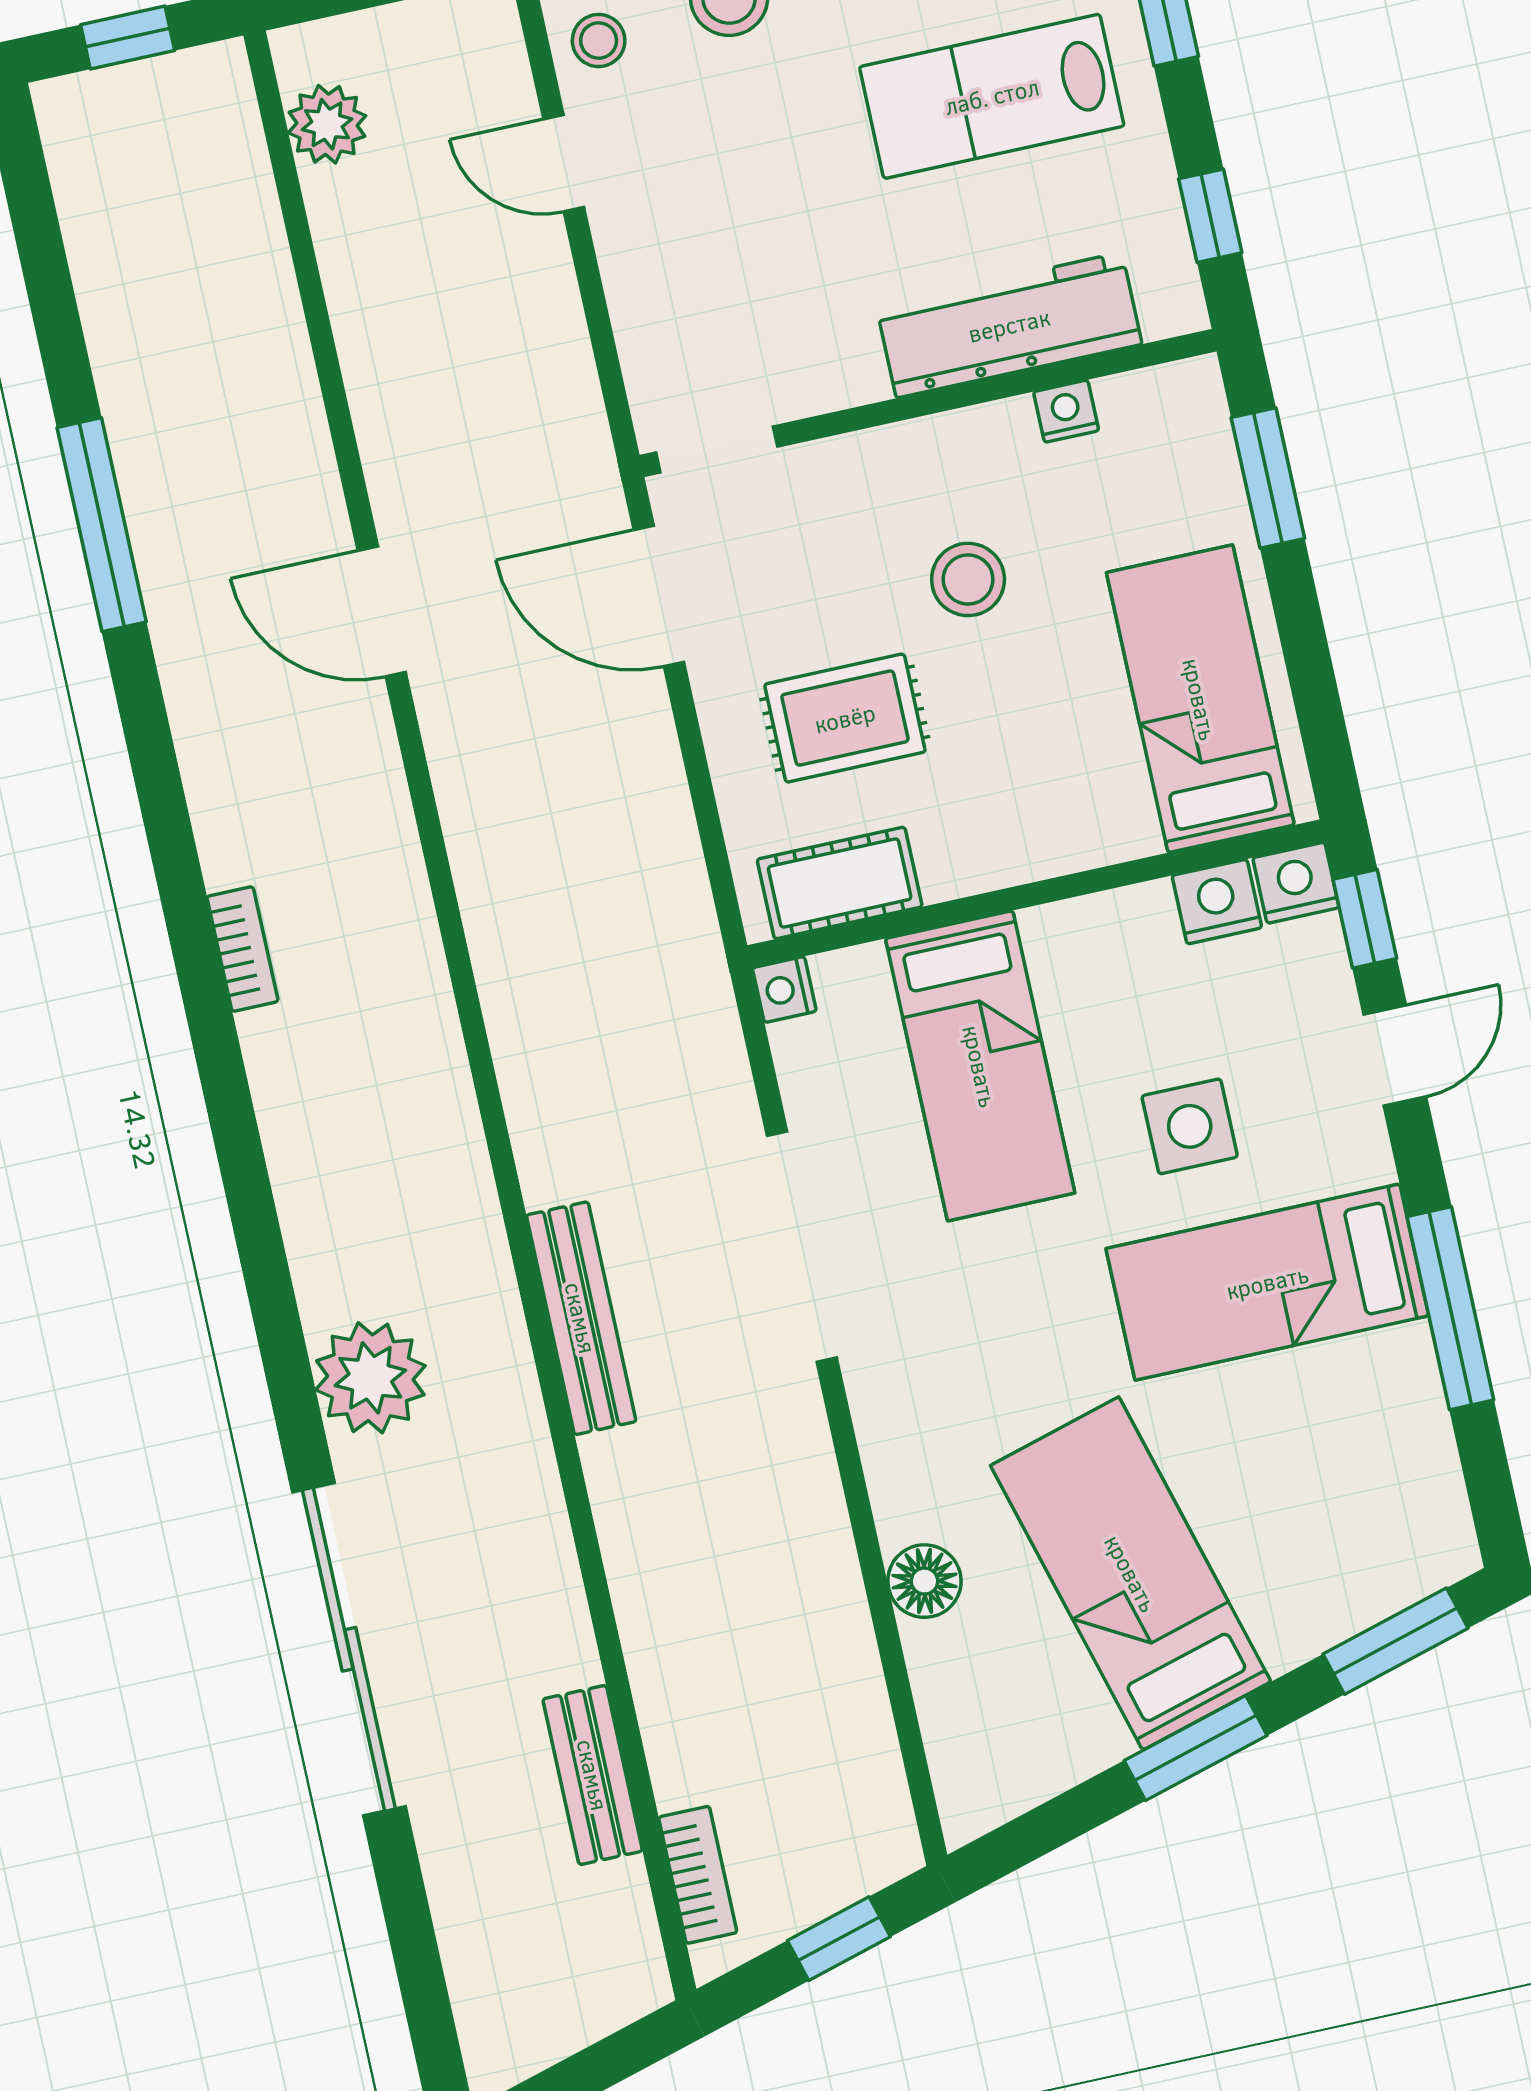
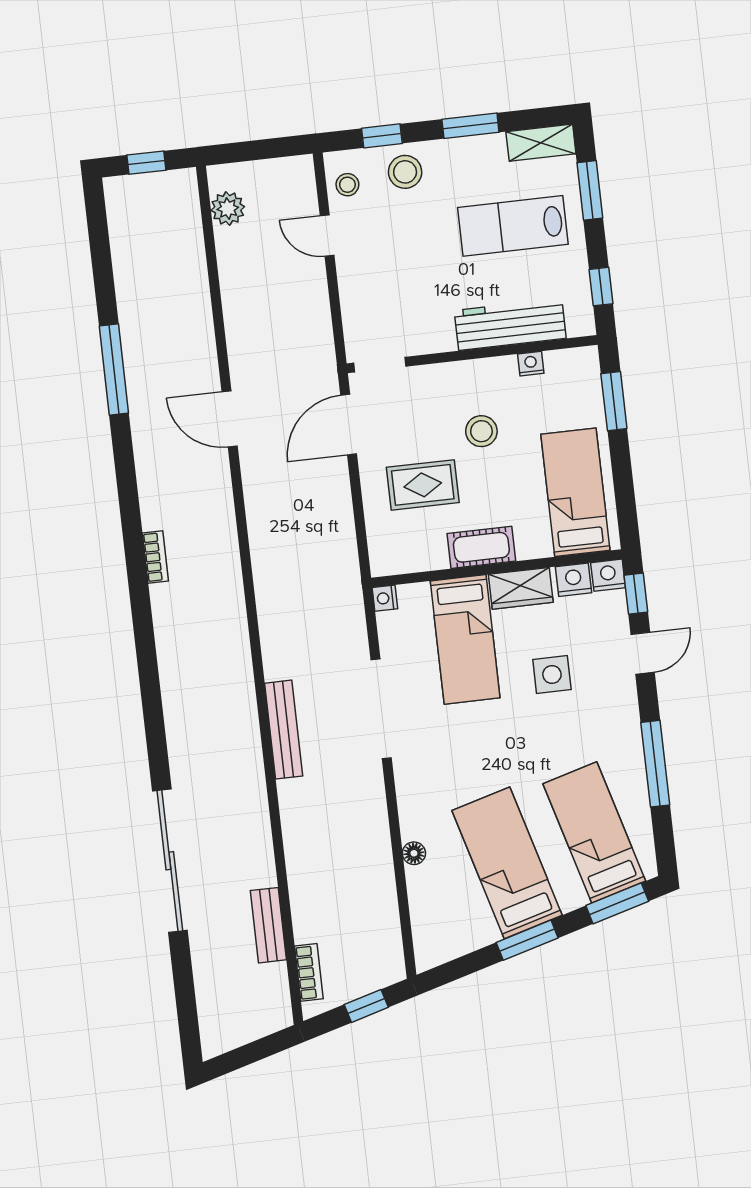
door: (659, 596) -> (349, 425), hinge flipped
cot: (840, 883) -> (481, 547), moved
wardrobe: (1097, 934) -> (521, 588), added
bed: (1267, 1282) -> (594, 832), moved, turned 74
plant: (370, 1378) -> (191, 746), removed
floor lamp: (924, 1581) -> (414, 853), width x0.73, depth x0.73

